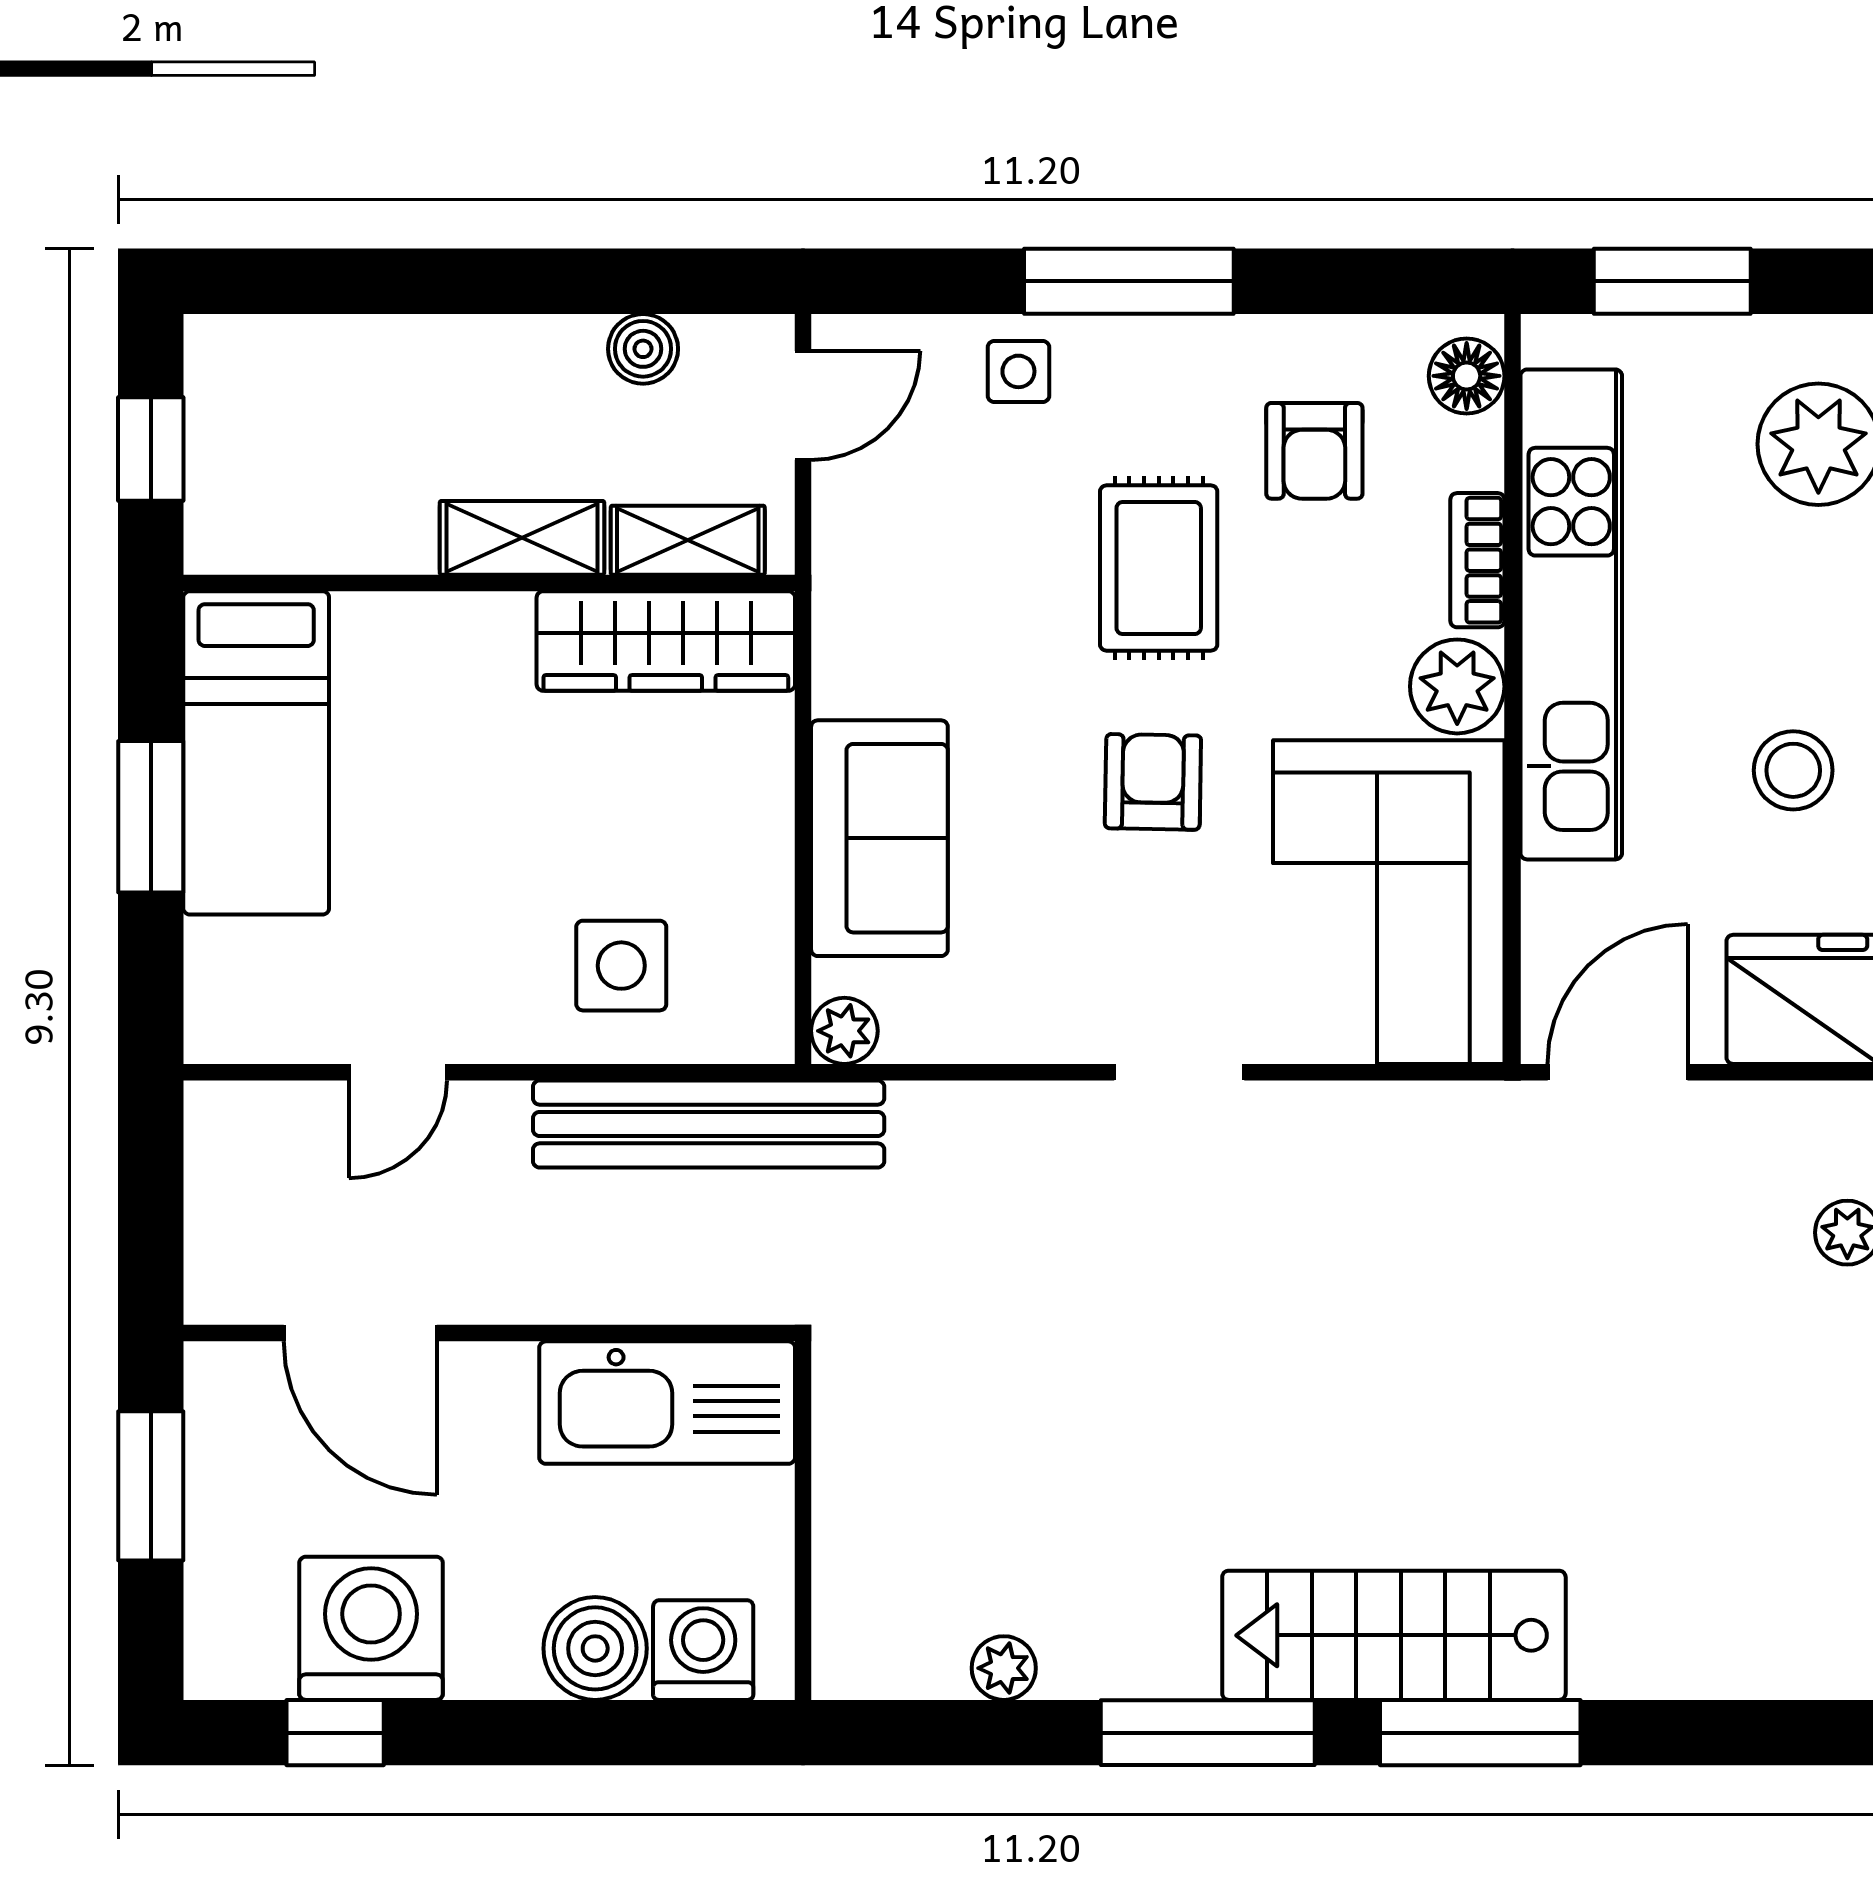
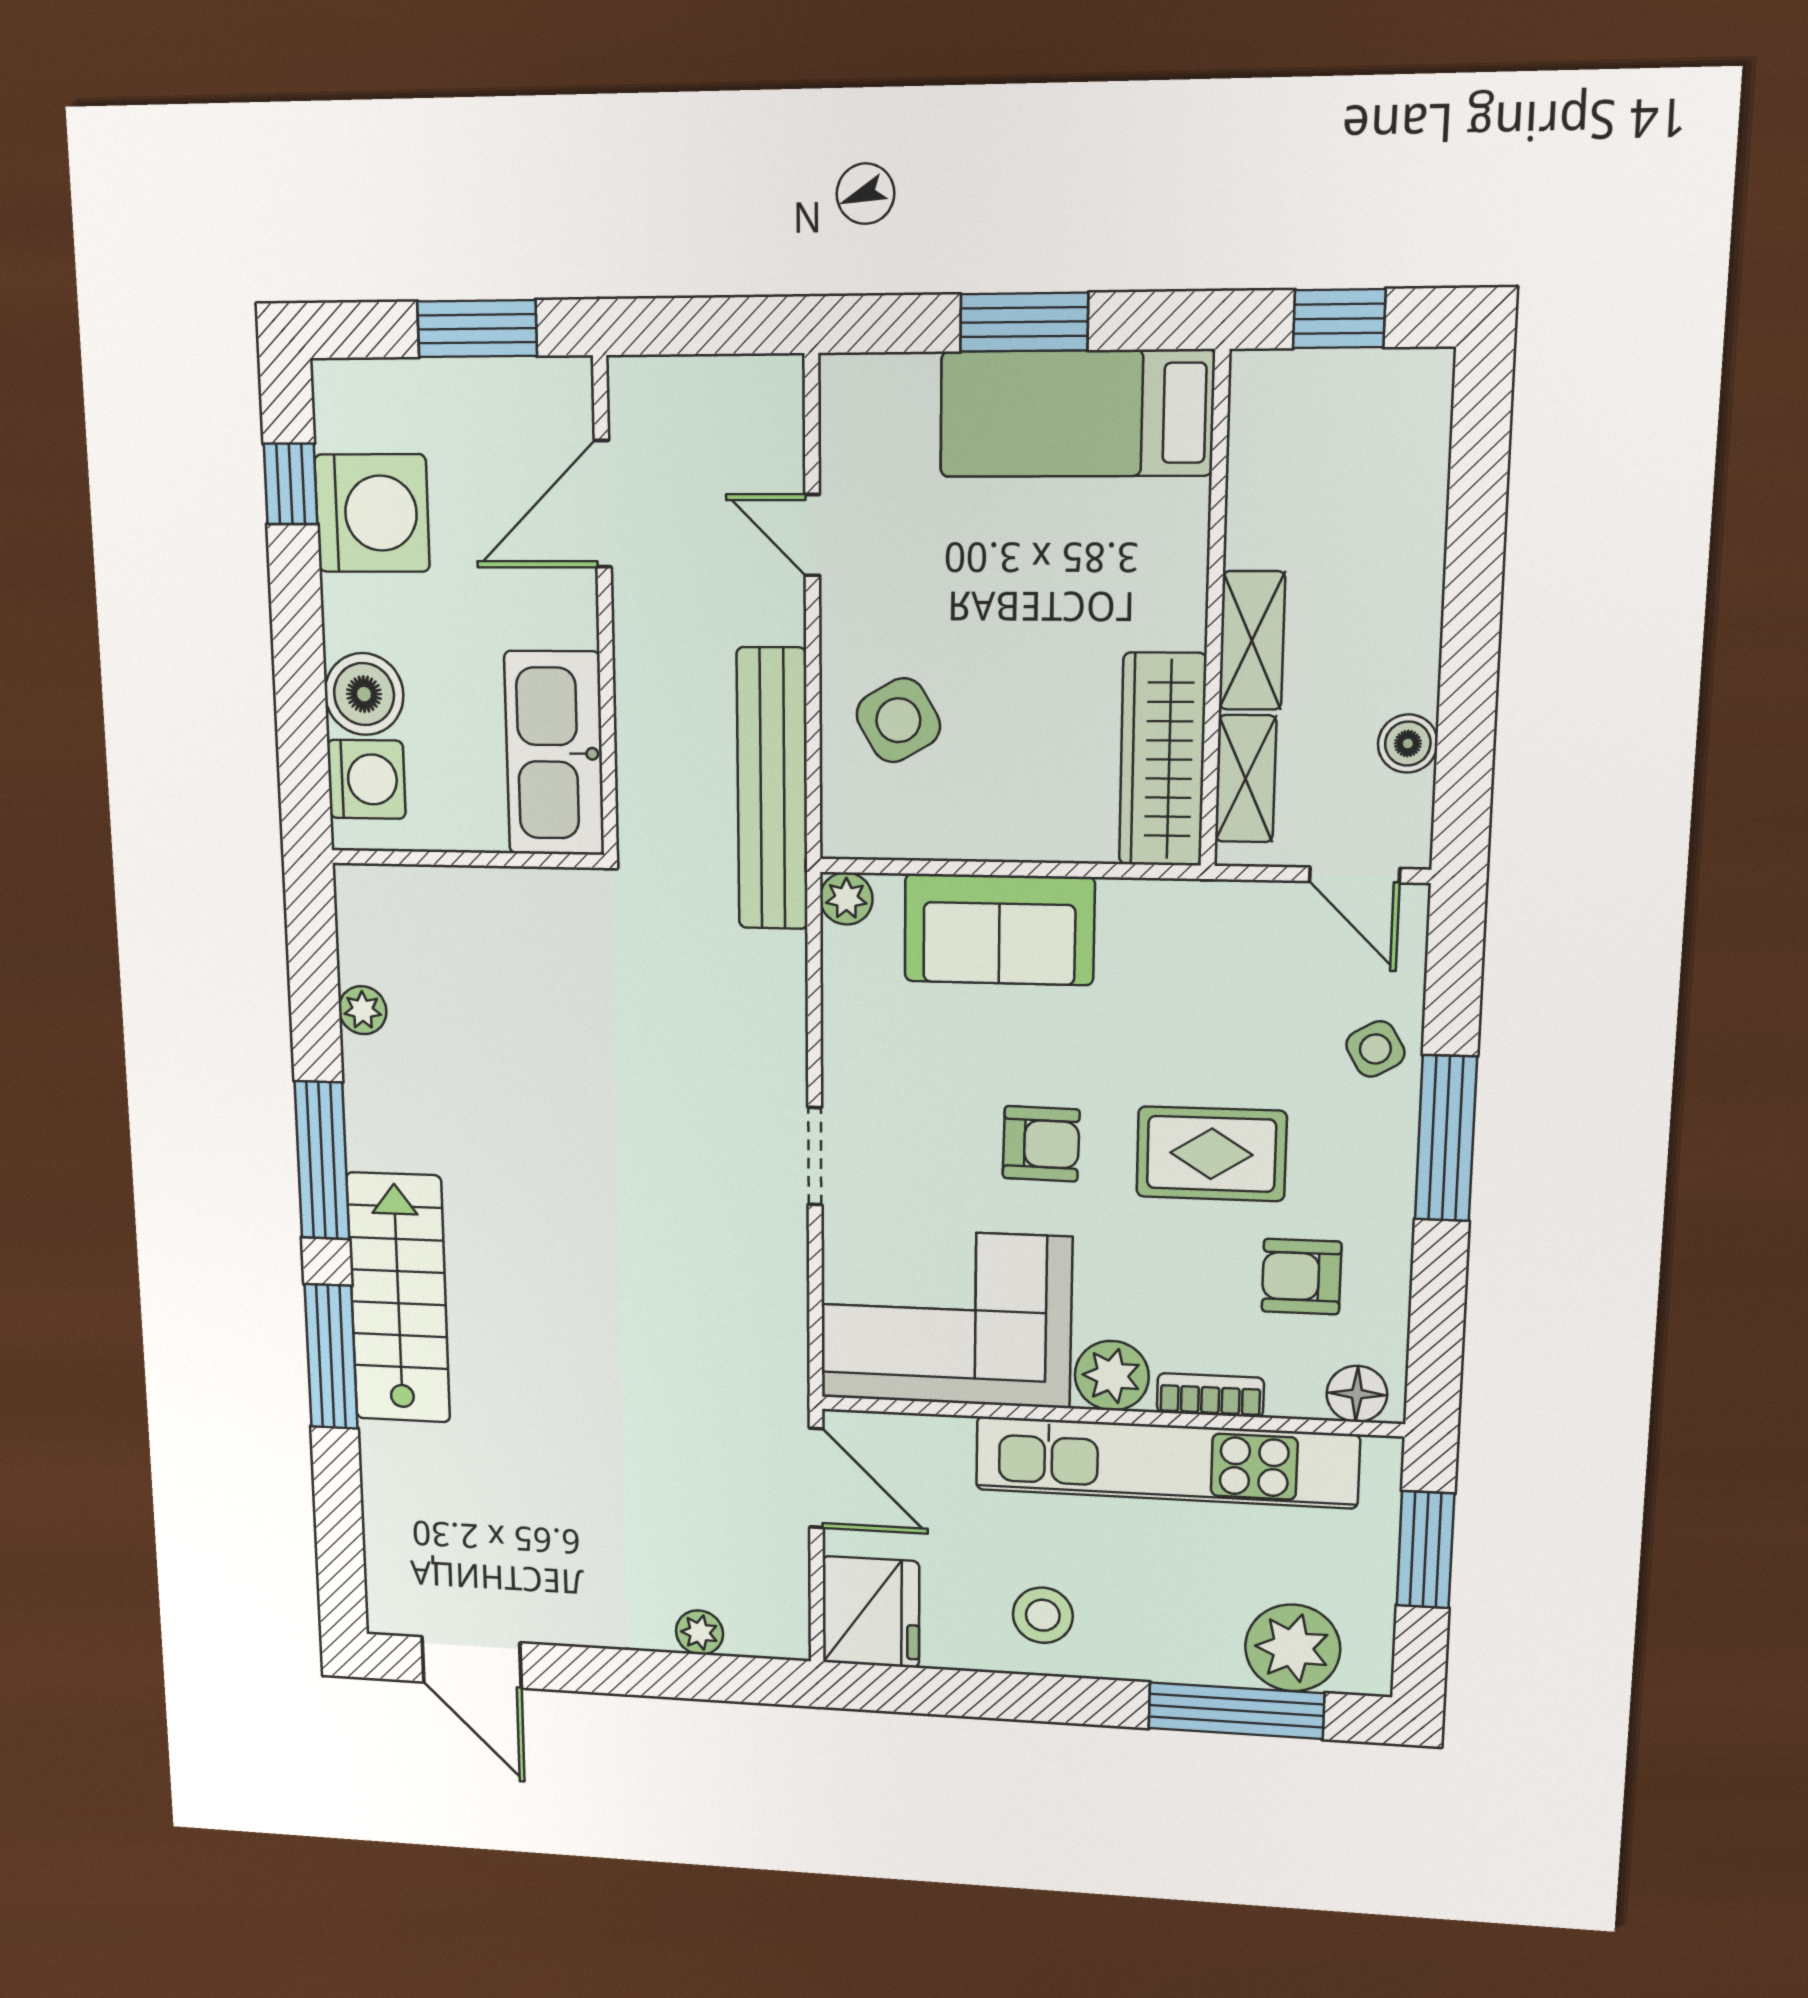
side table: (1018, 371) -> (1375, 1049), turned -30
side table: (621, 966) -> (898, 720), turned -30

